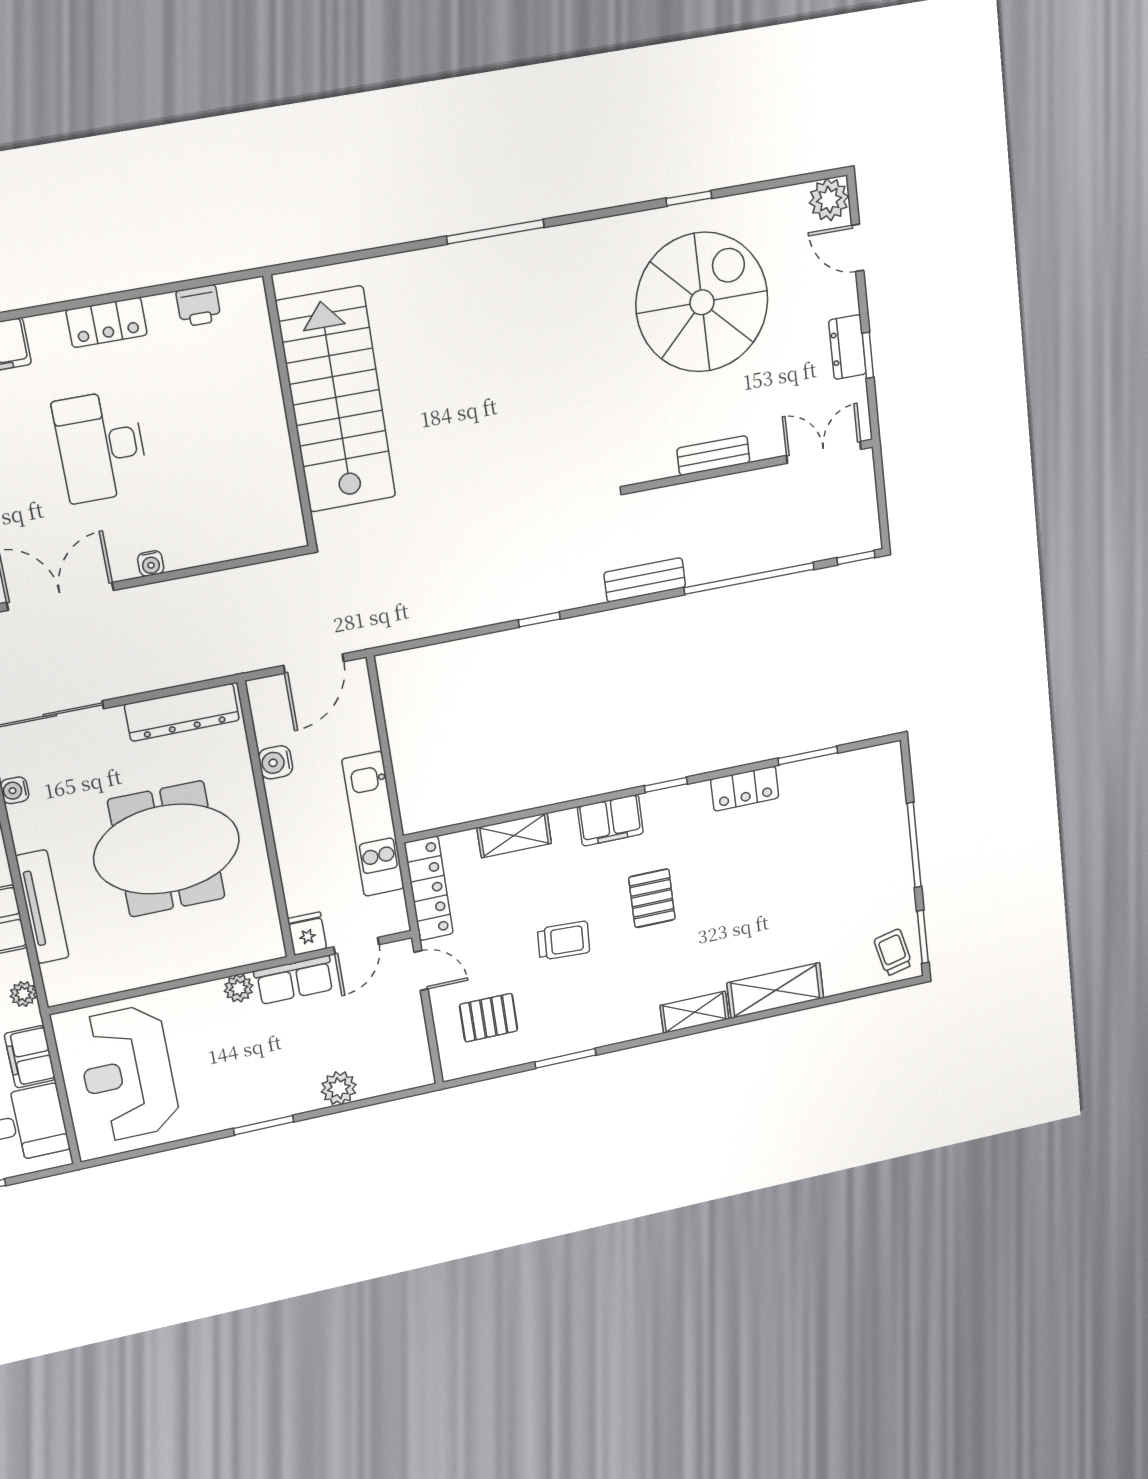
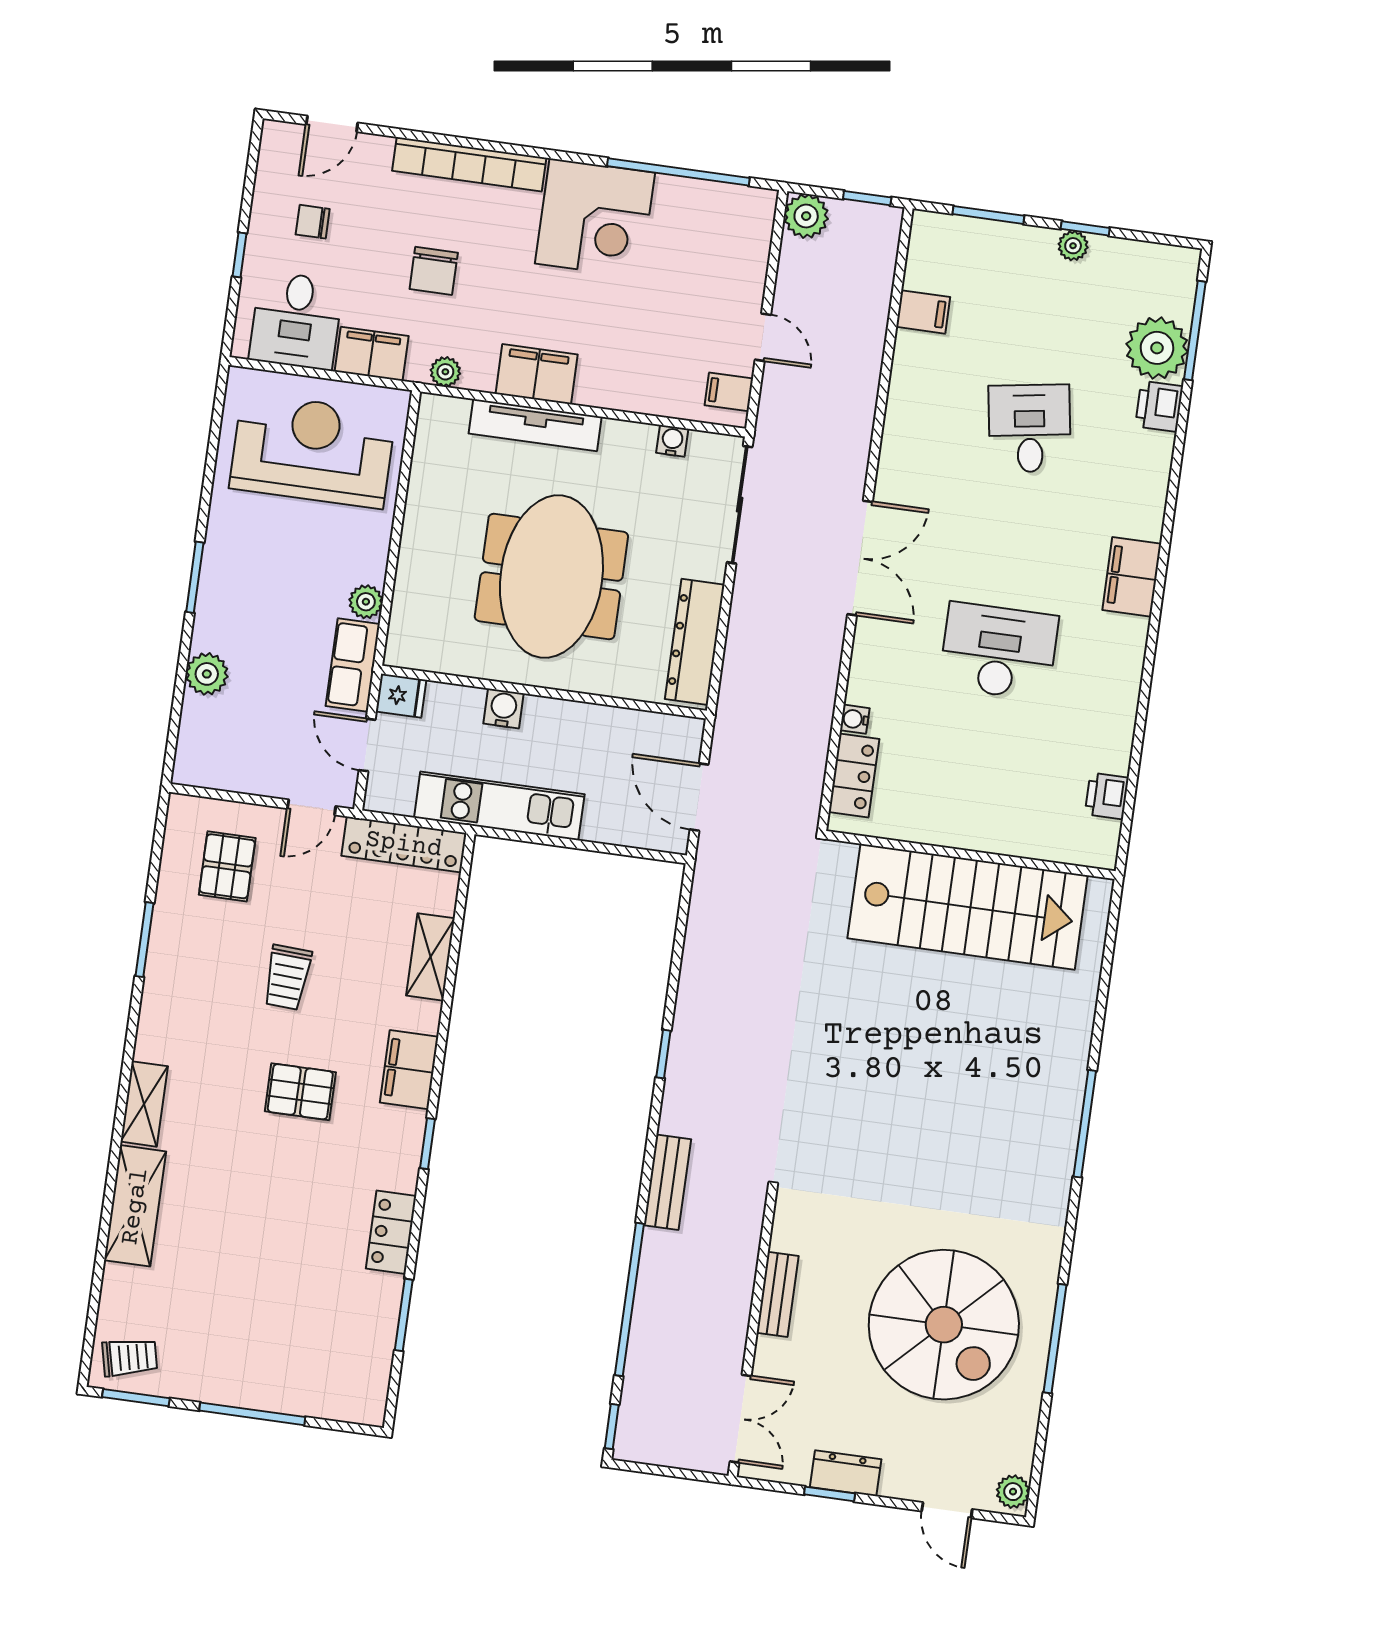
window: (689, 198) -> (1055, 1339), width x2.17
plant: (829, 200) -> (1013, 1492), width x0.73, depth x0.73
door: (858, 248) -> (947, 1510), swing flipped
locker: (107, 322) -> (854, 776), moved, turned 180
water cooler: (151, 563) -> (855, 719), moved
water cooler: (276, 762) -> (504, 708), moved

